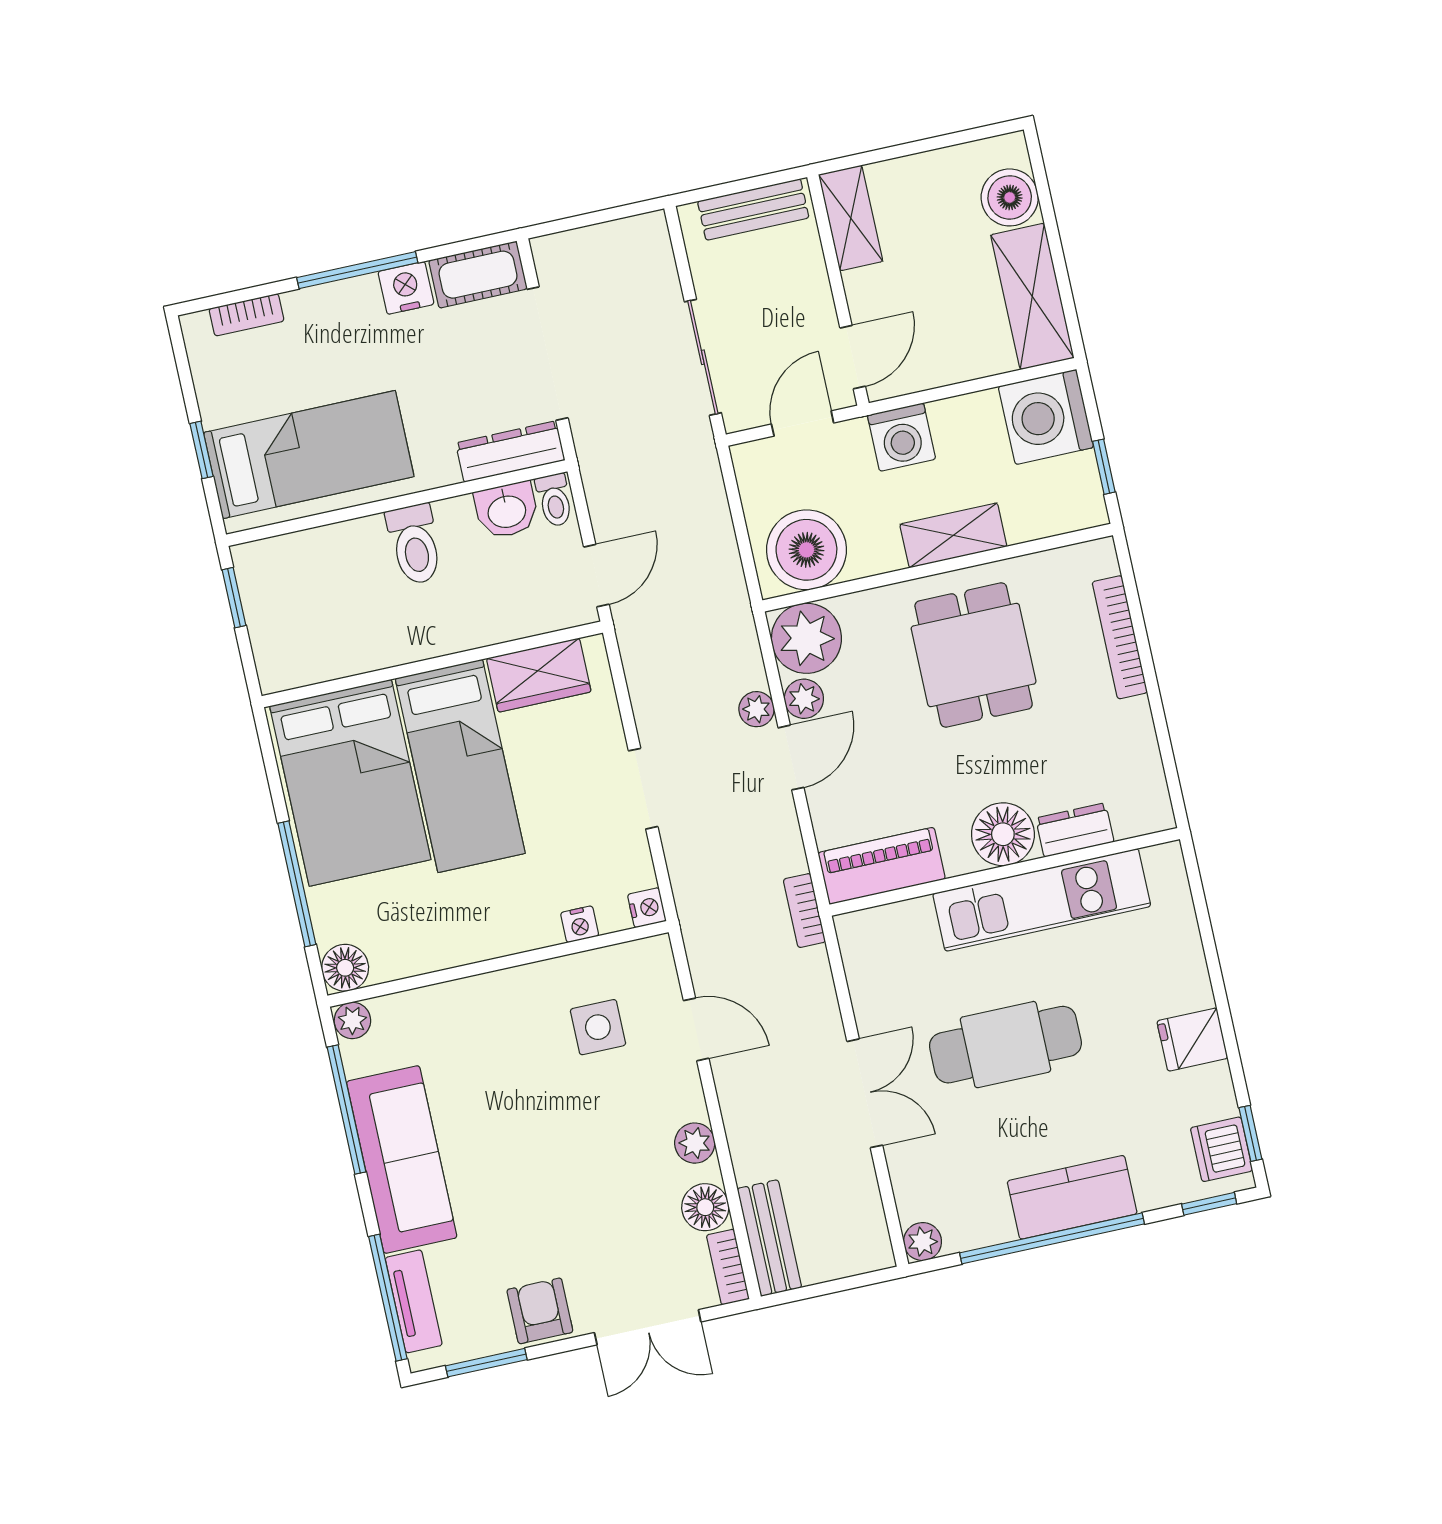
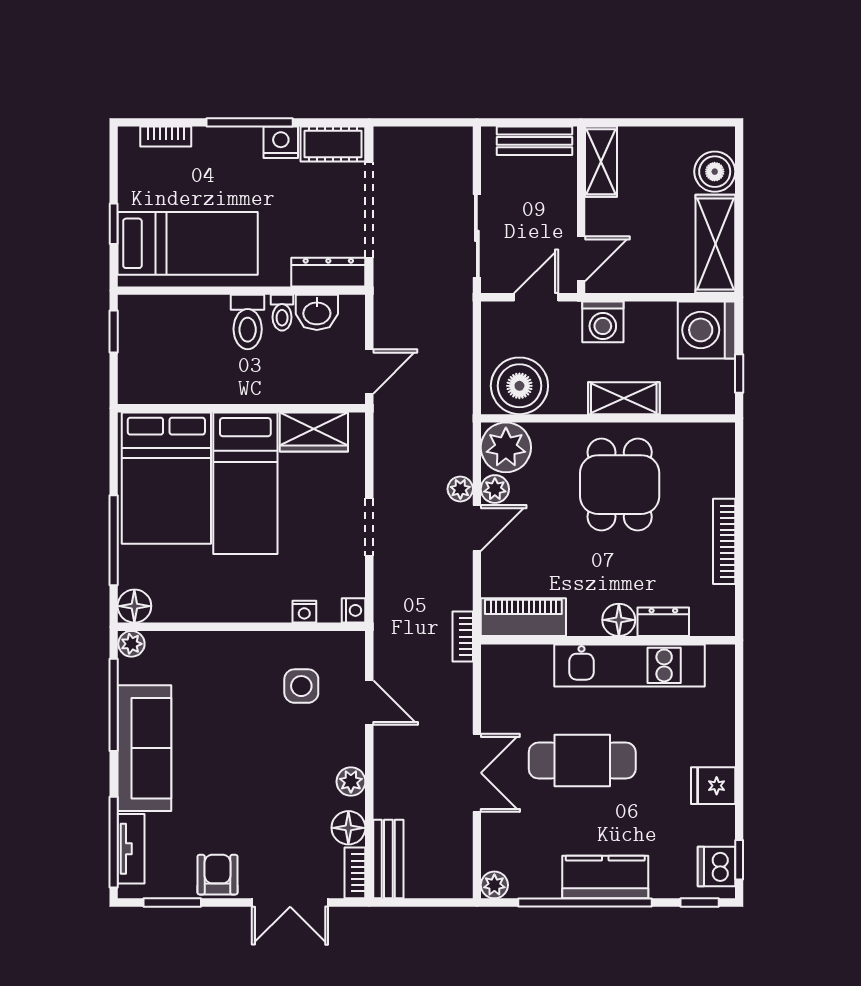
toilet: (554, 500) -> (282, 313), moved
bookcase: (1120, 637) -> (724, 541), moved
floor lamp: (1003, 834) -> (619, 620), width x0.73, depth x0.73

